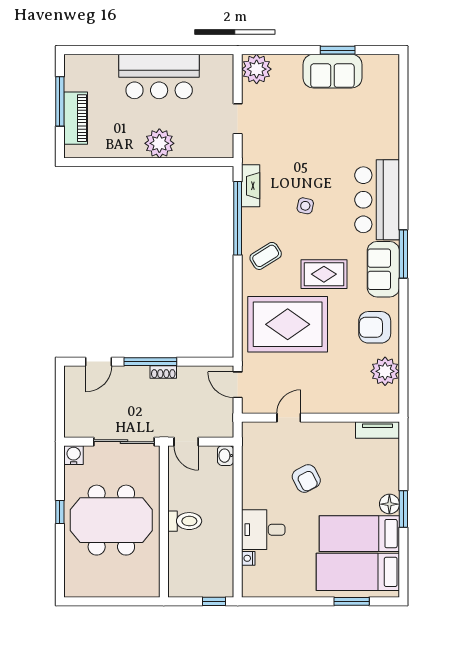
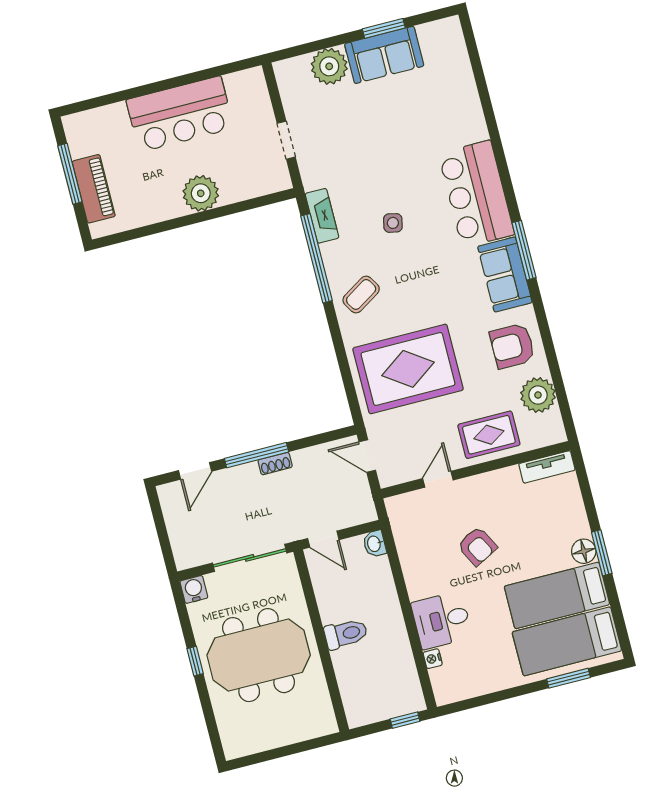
plant: (257, 69) -> (329, 66), moved
rug: (324, 274) -> (489, 435), moved

